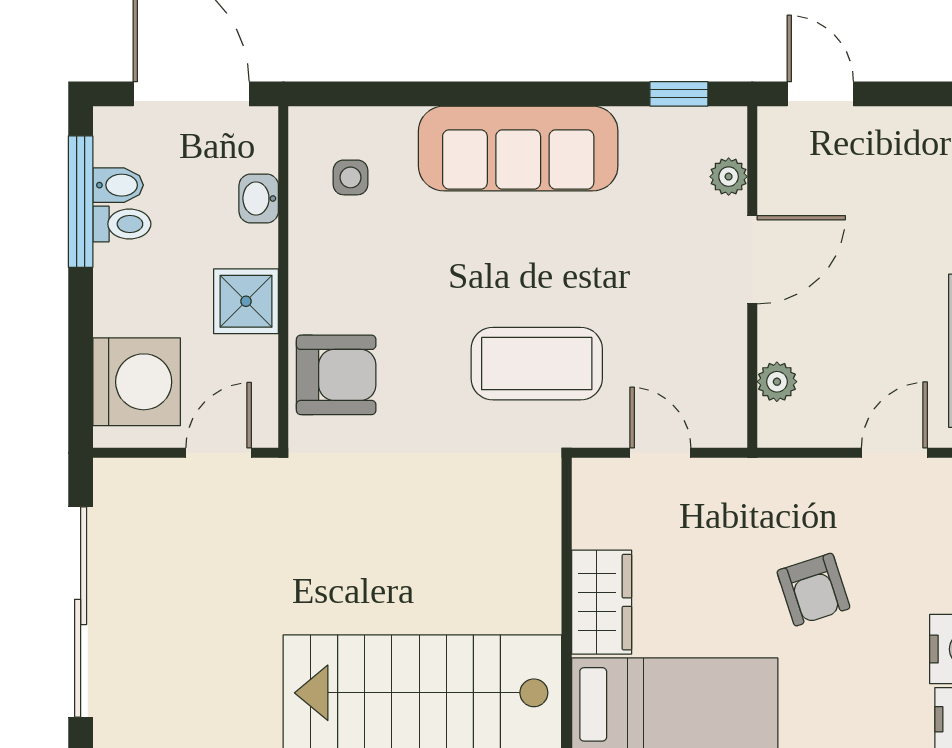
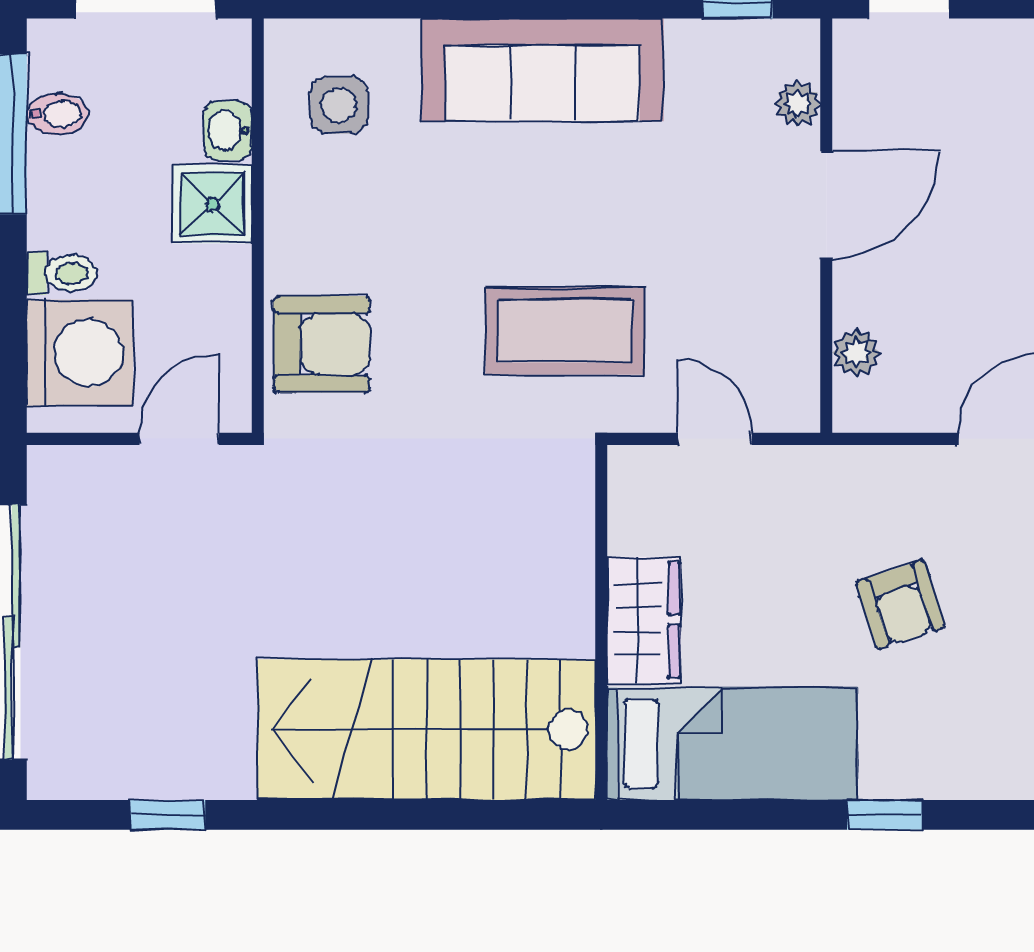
side table: (351, 177) -> (339, 105), width x1.37, depth x1.37
toilet: (122, 224) -> (62, 273), moved
shower: (246, 301) -> (212, 204), moved

